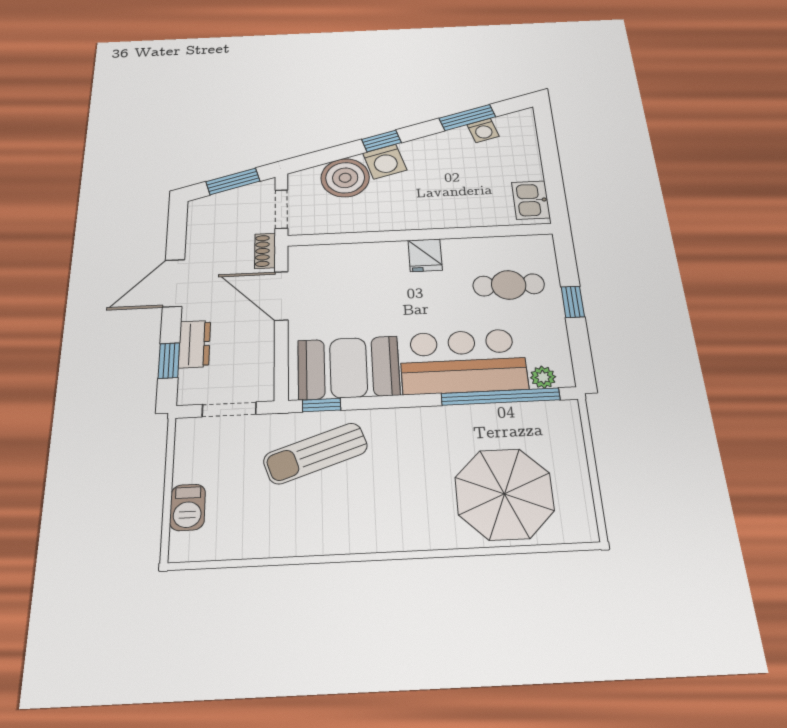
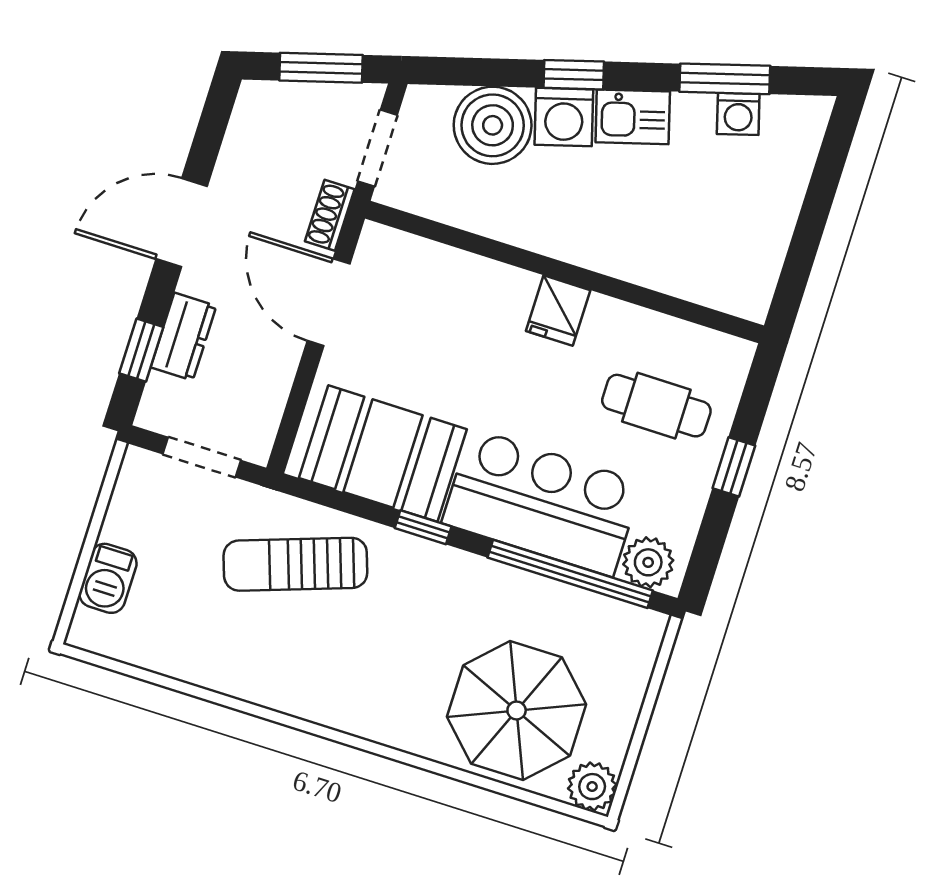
kitchen sink: (531, 200) -> (633, 117), moved, turned -106
plant: (543, 377) -> (648, 562), width x1.38, depth x1.38
window: (321, 405) -> (423, 527), moved
plant: (579, 526) -> (592, 787), added

